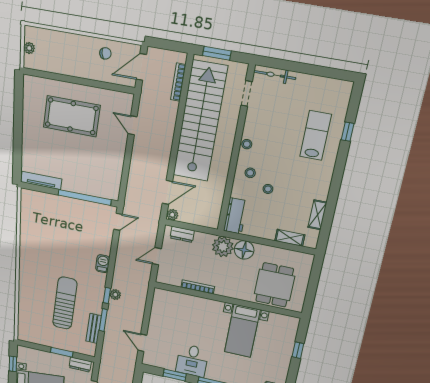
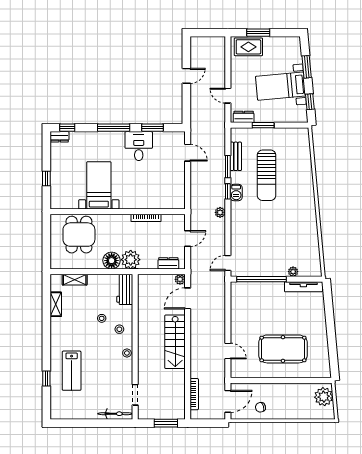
plant: (29, 48) -> (324, 397), width x1.87, depth x1.87
stairs: (200, 121) -> (175, 342), width x0.54, depth x0.66
plant: (50, 199) -> (293, 272), added
barbecue: (103, 264) -> (236, 192), moved
plant: (115, 295) -> (220, 212), moved

